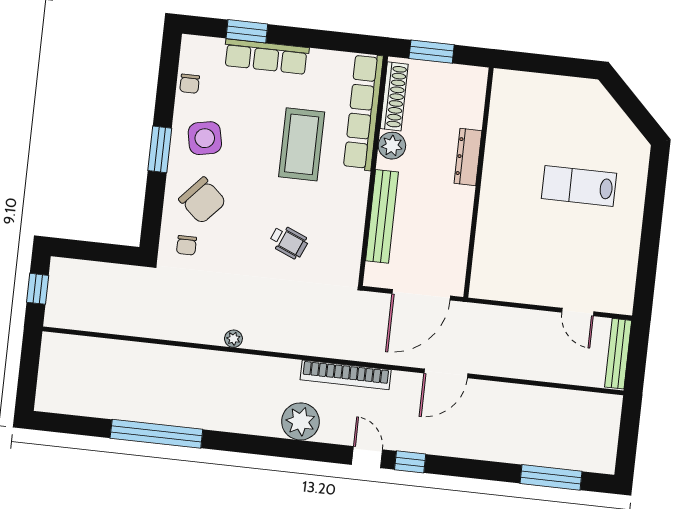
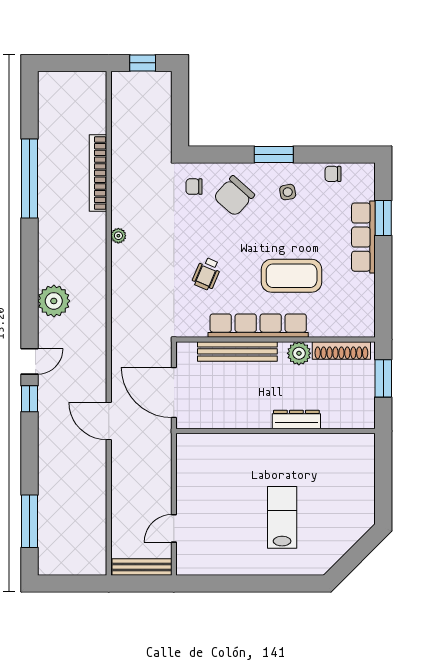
row of seats: (363, 112) -> (258, 326), moved
side table: (205, 138) -> (288, 192), width x0.54, depth x0.54
bookcase: (346, 375) -> (98, 173), moved

